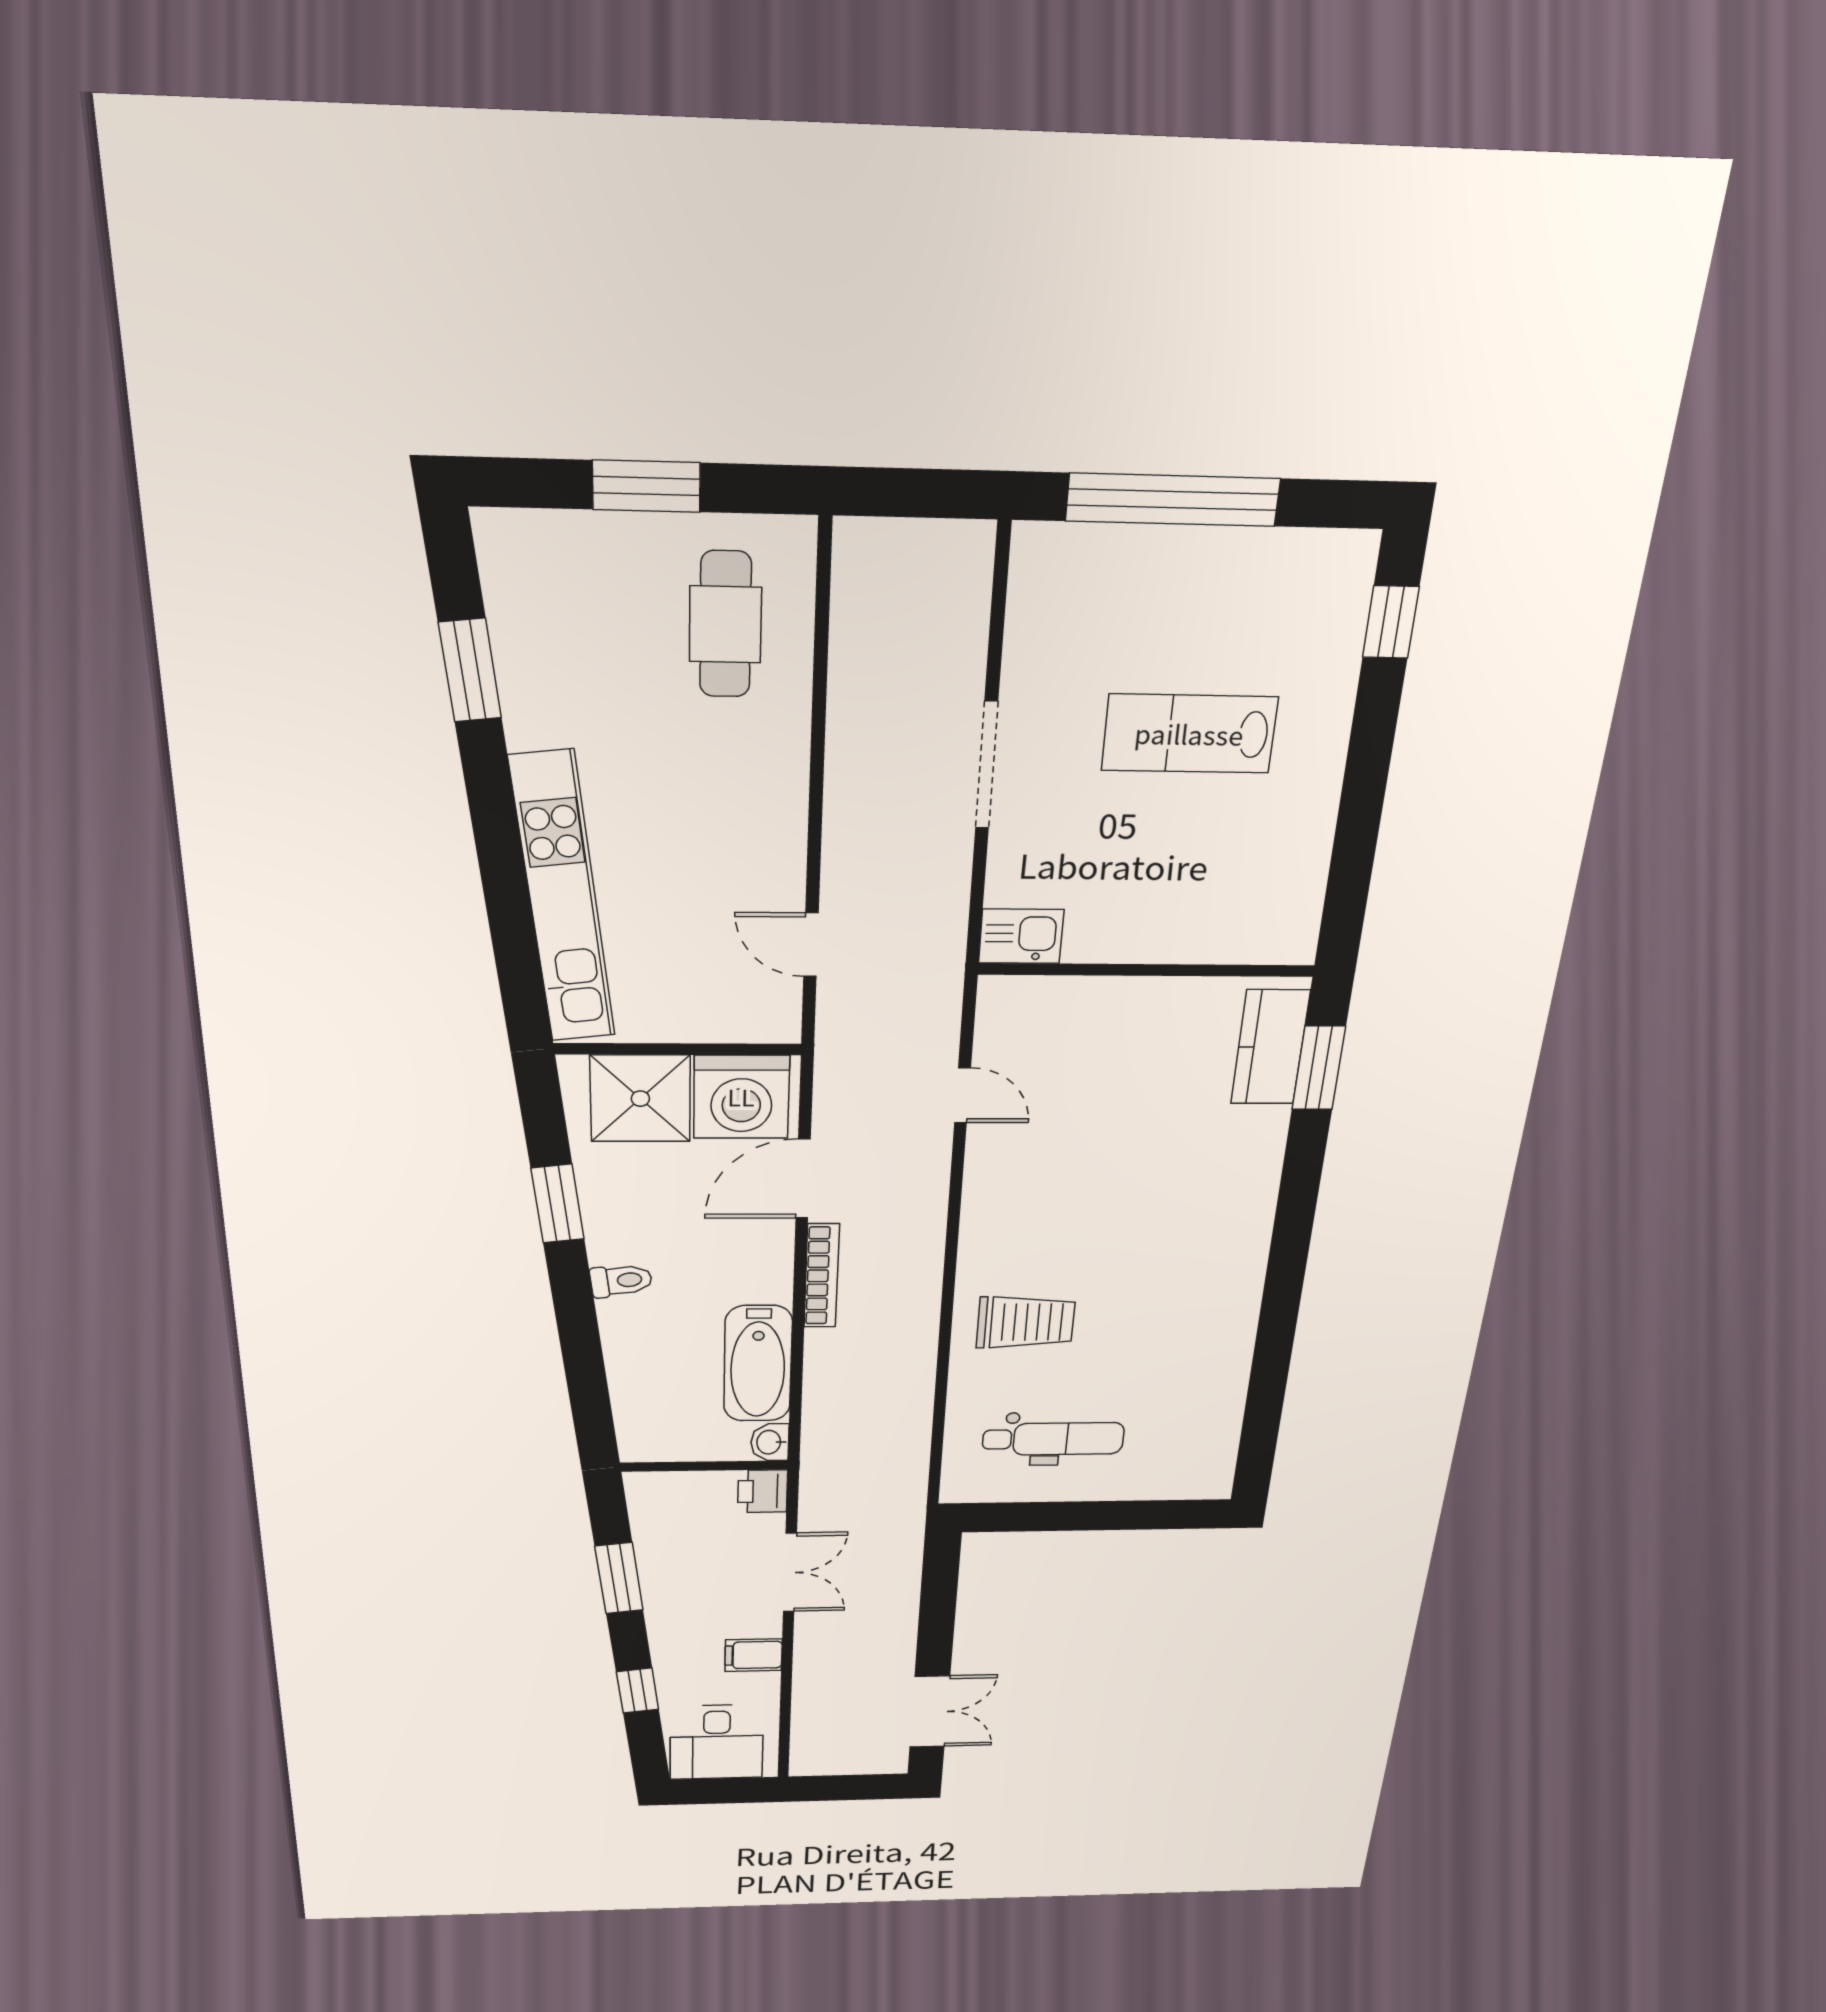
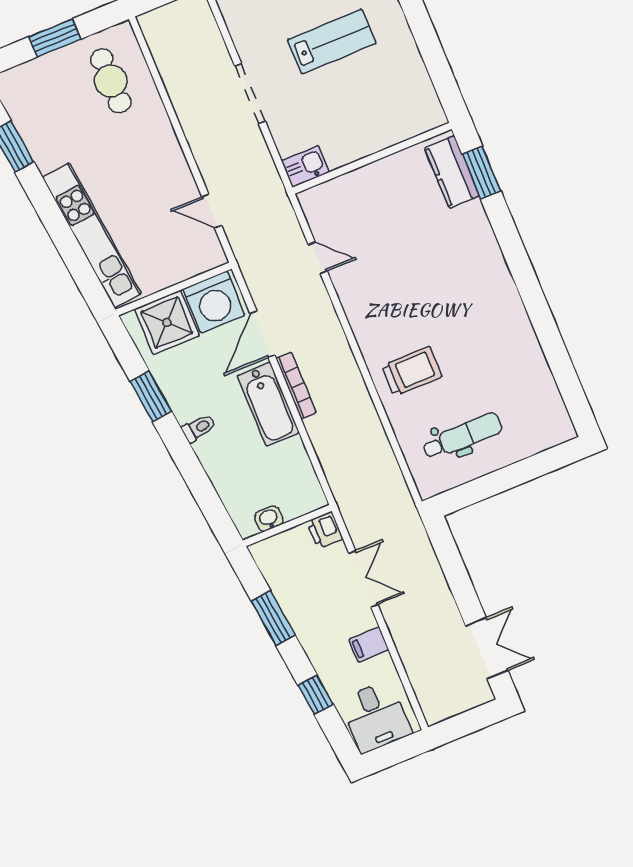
lab bench: (1189, 734) -> (332, 41), turned 180
bathtub: (758, 1364) -> (268, 404), moved
washbasin: (770, 1442) -> (269, 519), moved, turned 90

